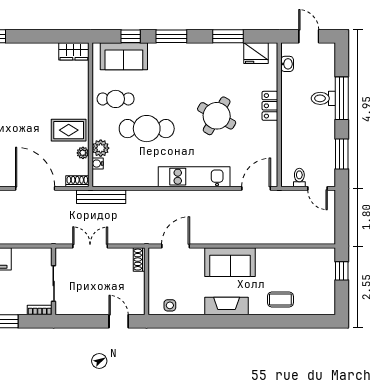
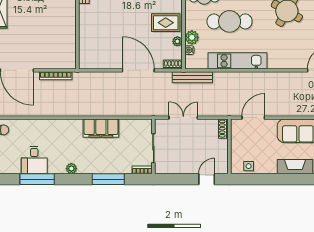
kitchen unit: (194, 177) -> (238, 61), moved
door: (119, 321) -> (207, 179), hinge flipped

